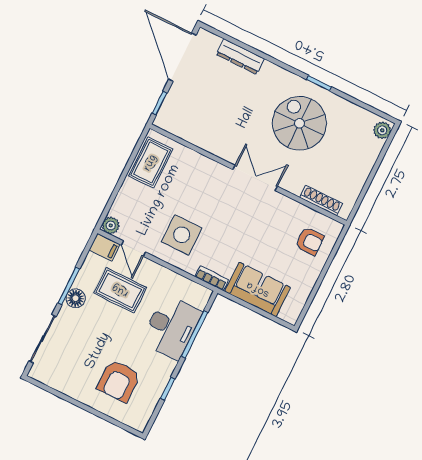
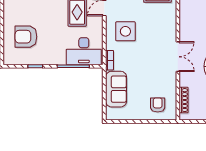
armchair: (310, 241) -> (158, 105), turned 180
desk: (171, 327) -> (84, 51), moved

